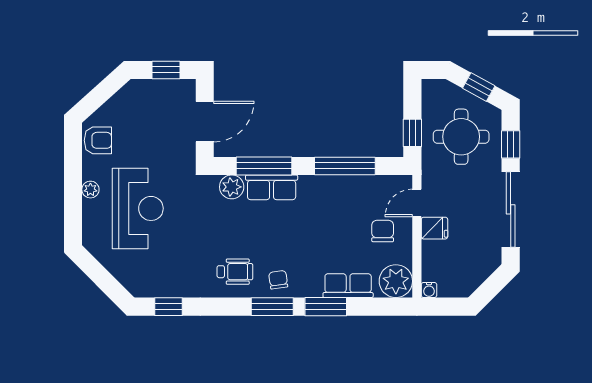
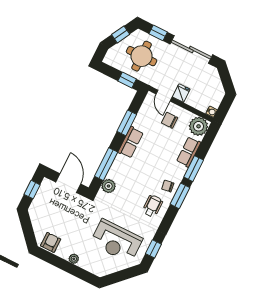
window: (345, 166) -> (127, 123), width x0.69
row of seats: (272, 187) -> (131, 142), moved
reception desk: (138, 208) -> (116, 241), moved, turned 180

